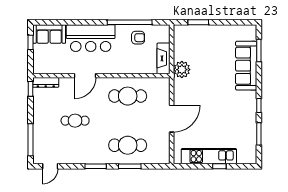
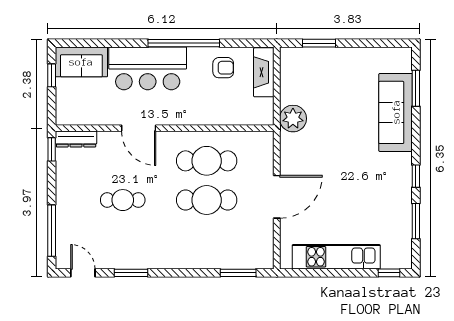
window: (130, 22) -> (184, 43), moved
fireplace: (164, 58) -> (264, 72), moved
door: (85, 76) -> (139, 128), hinge flipped
cafe table: (128, 145) -> (207, 200), moved
door: (50, 166) -> (83, 273), swing flipped
window: (96, 166) -> (131, 273), moved
window: (130, 166) -> (238, 273), moved
window: (219, 166) -> (389, 273), moved

